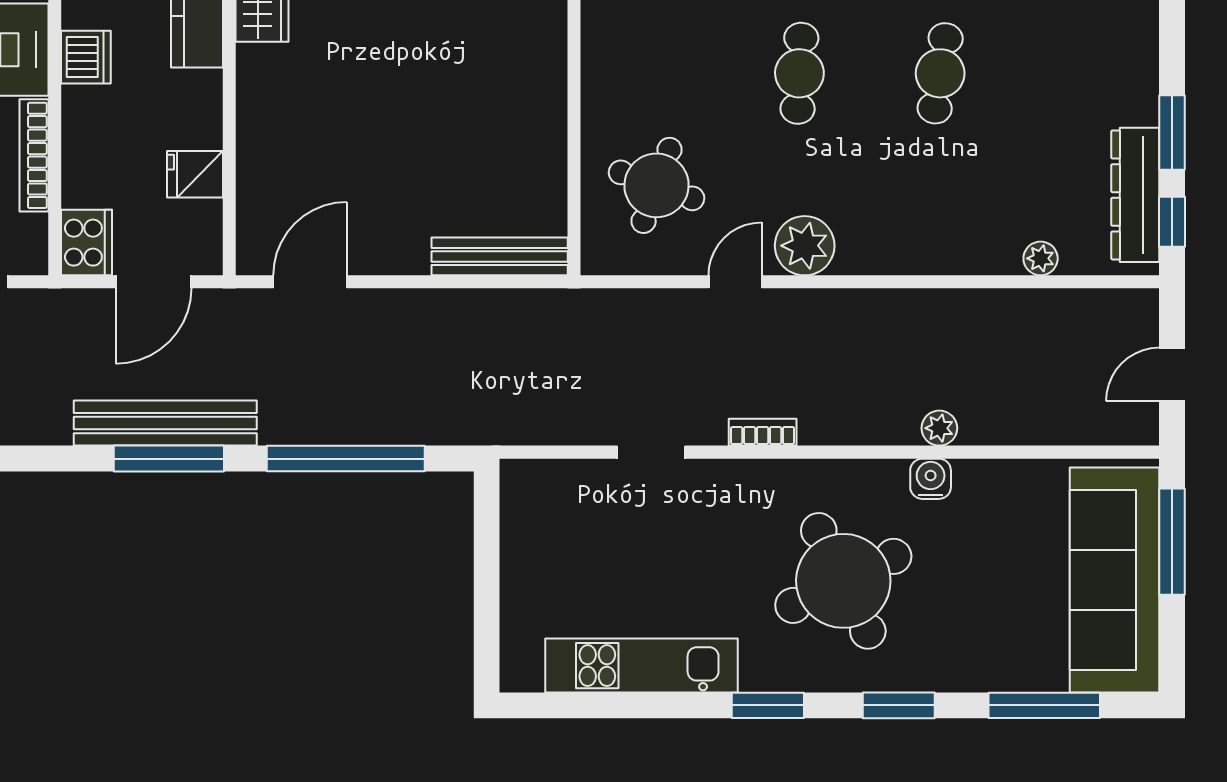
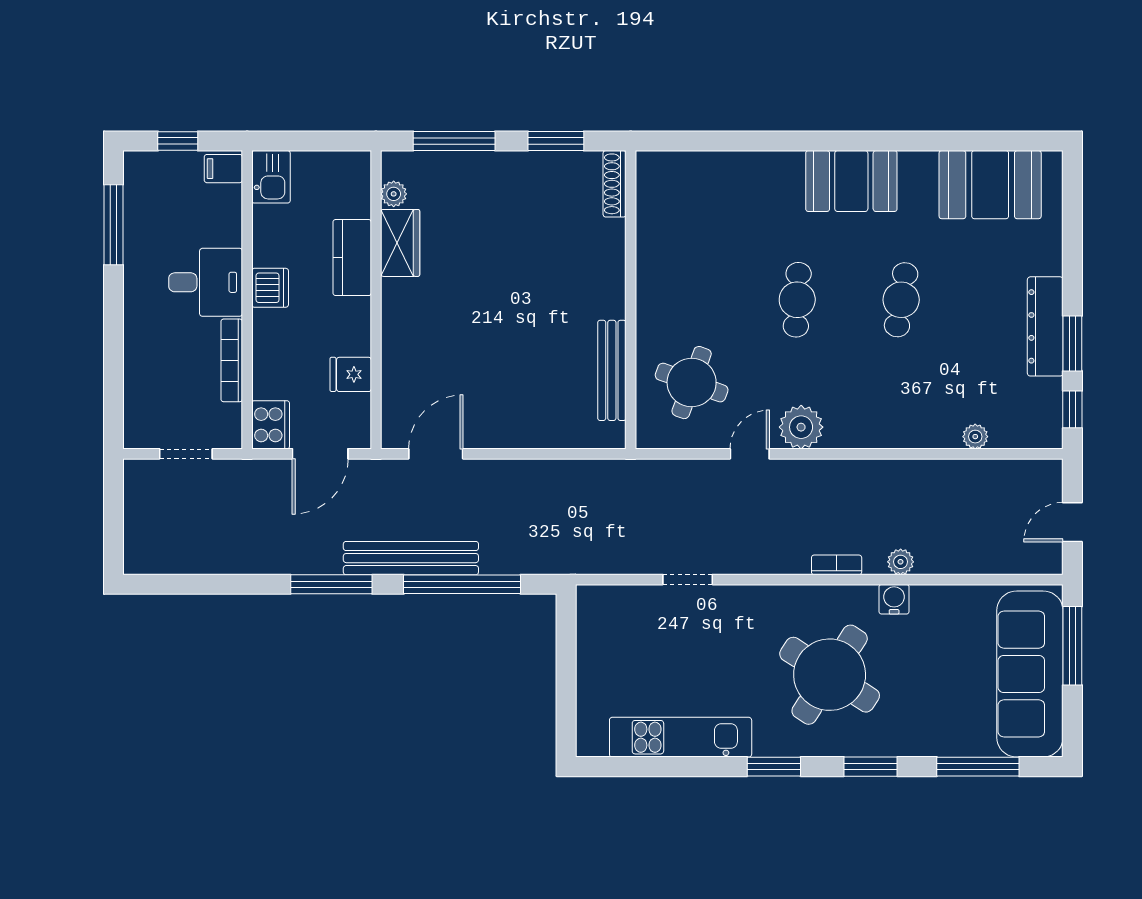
dresser: (1135, 195) -> (1045, 326), moved
bench: (500, 256) -> (612, 370), moved, turned 90
bench: (165, 423) -> (411, 558), moved
bookcase: (763, 432) -> (837, 565), moved
round table: (843, 581) -> (830, 675), turned -31

